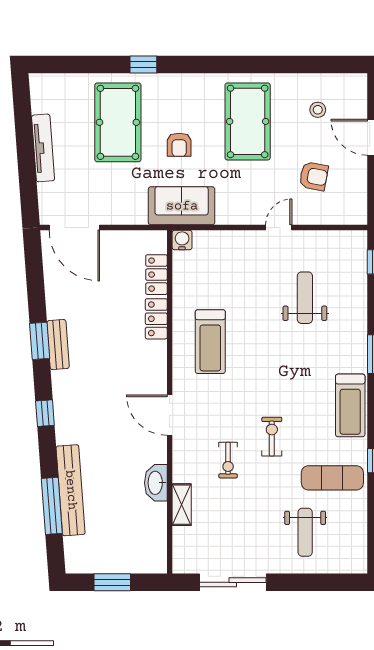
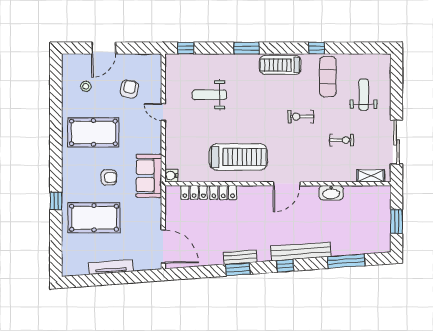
door: (74, 228) -> (163, 246), hinge flipped
treadmill: (210, 342) -> (238, 157), width x1.37, depth x1.38
treadmill: (350, 405) -> (280, 65), turned 180
exercise bike: (228, 460) -> (341, 140), moved
bench: (71, 490) -> (301, 251), moved
shelving: (182, 505) -> (371, 176), moved
weight bench: (305, 532) -> (364, 95), turned -90

